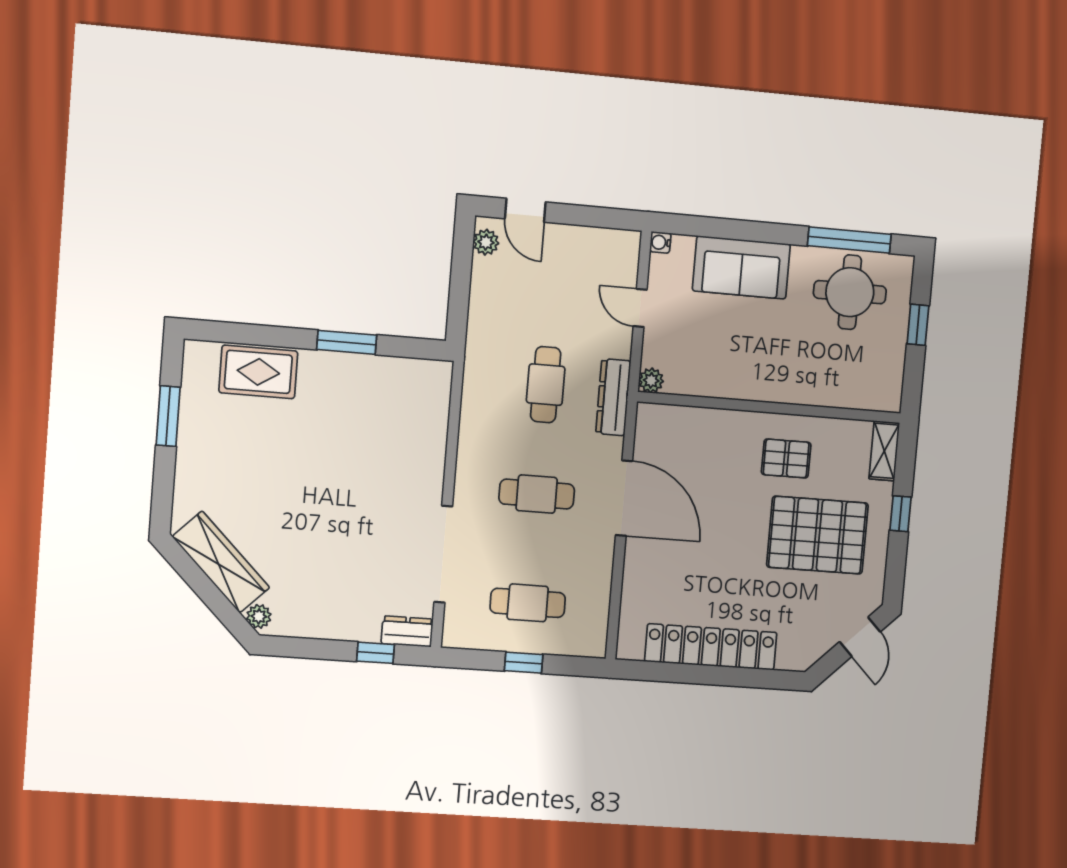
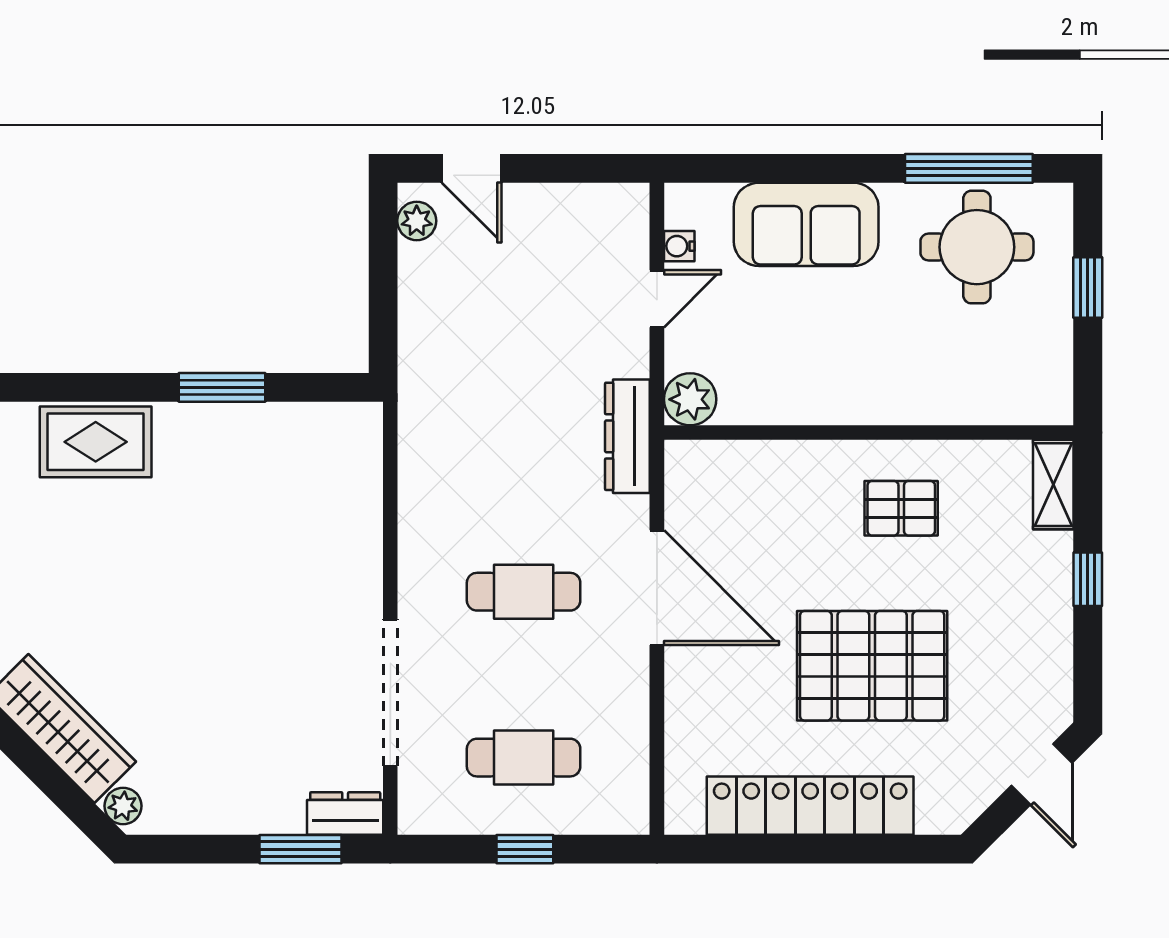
water cooler: (660, 242) -> (679, 246), moved
door: (640, 308) -> (657, 299), swing flipped
plant: (651, 380) -> (690, 399), width x1.38, depth x1.38
cafe table: (546, 385) -> (524, 426), removed
pallet: (817, 535) -> (872, 666), moved
window: (376, 653) -> (300, 849), width x1.50

